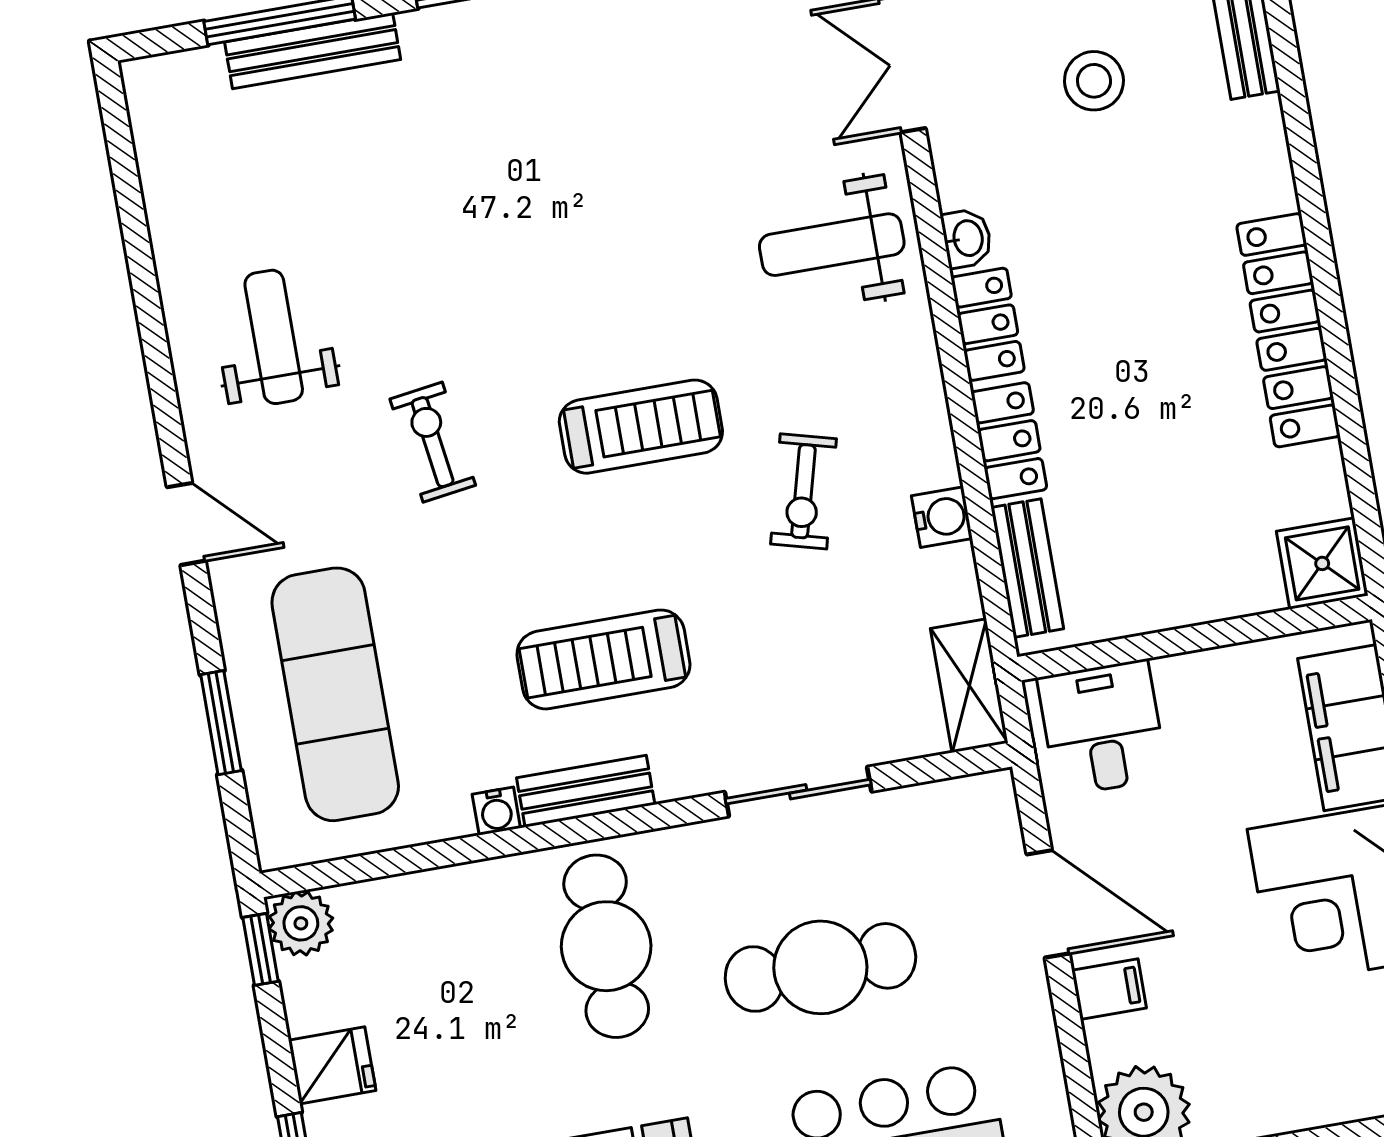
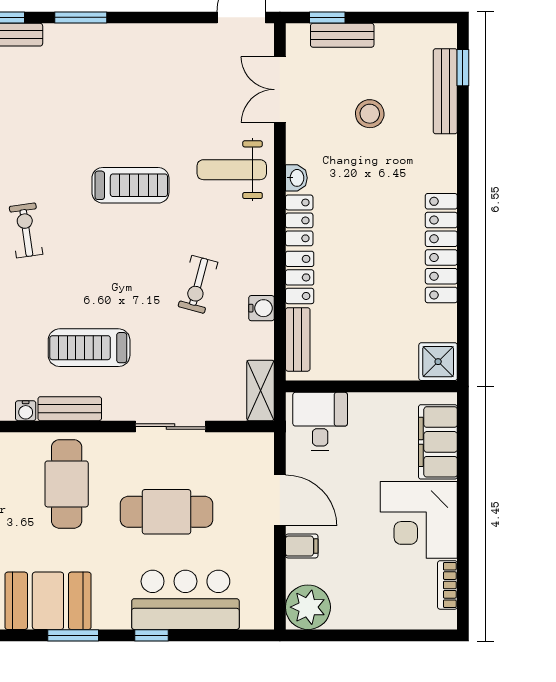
treadmill: (641, 427) -> (130, 185), moved

